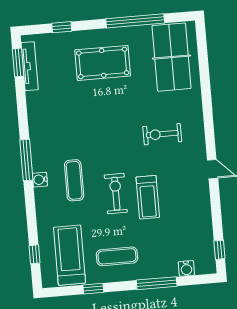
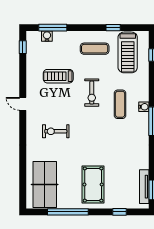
pool table: (103, 63) -> (93, 184), turned 90
exercise bike: (162, 134) -> (56, 131), turned 180
treadmill: (148, 197) -> (58, 76), moved, turned -90
window: (157, 283) -> (53, 28), moved

